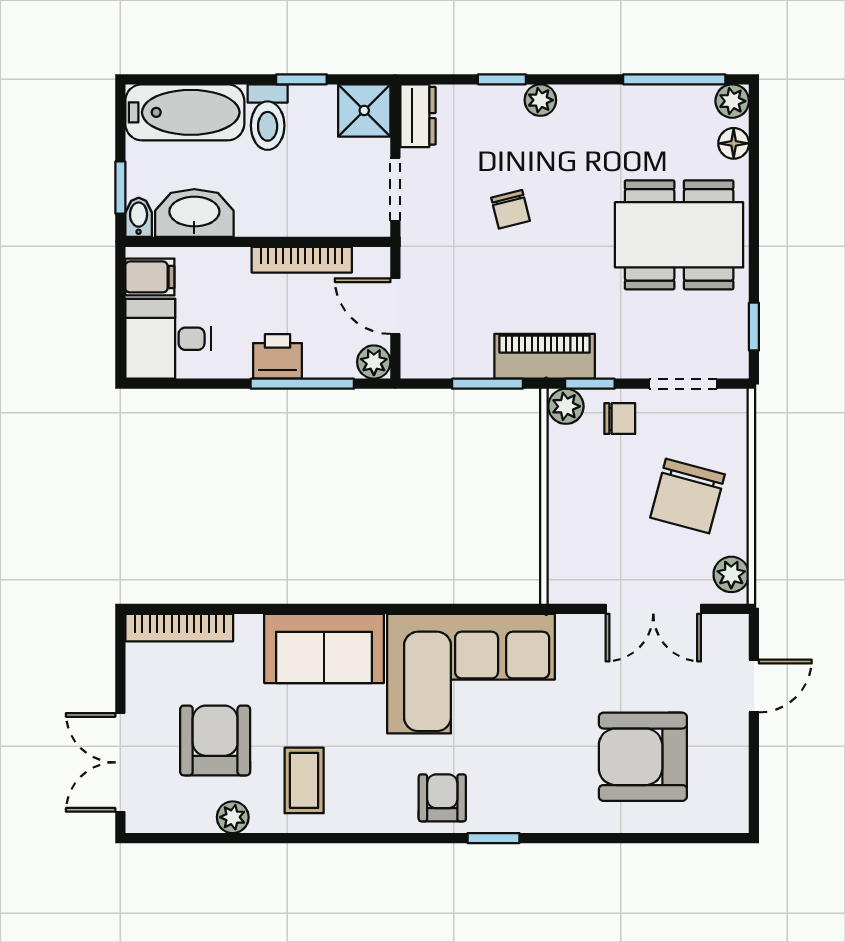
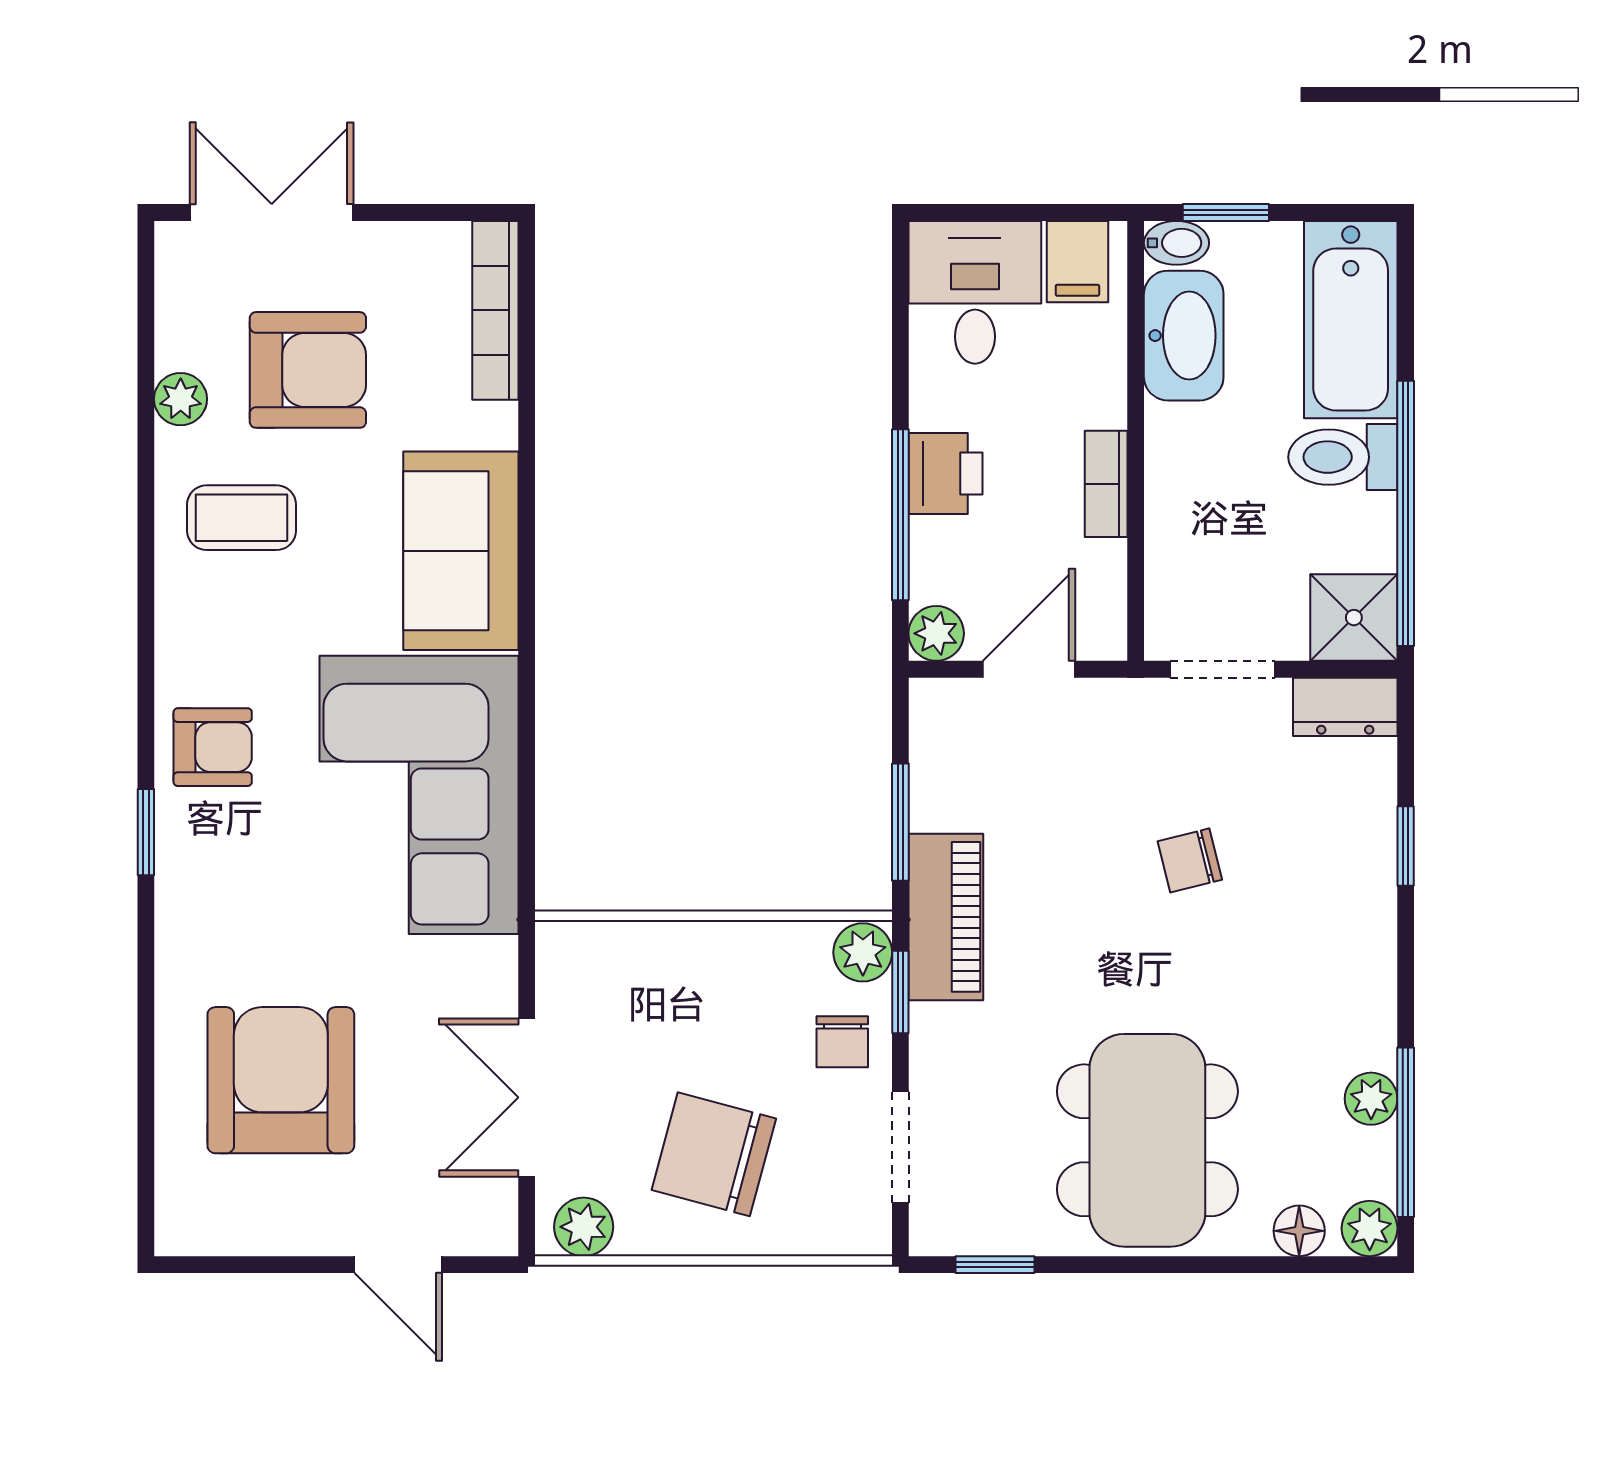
window: (301, 79) -> (1406, 513), width x3.17
plant: (540, 100) -> (1371, 1099), moved
bookcase: (302, 260) -> (1106, 484), width x0.64

